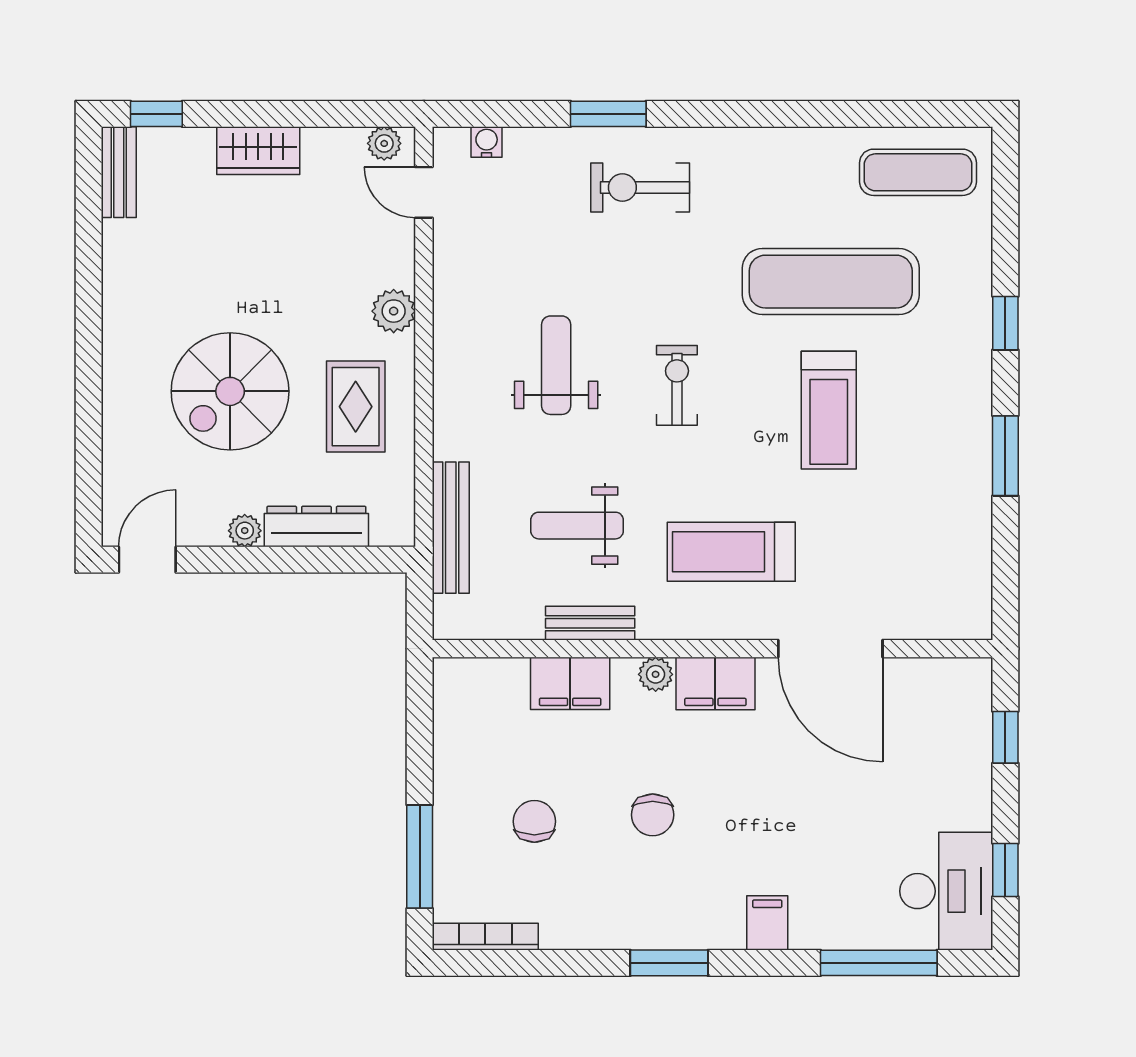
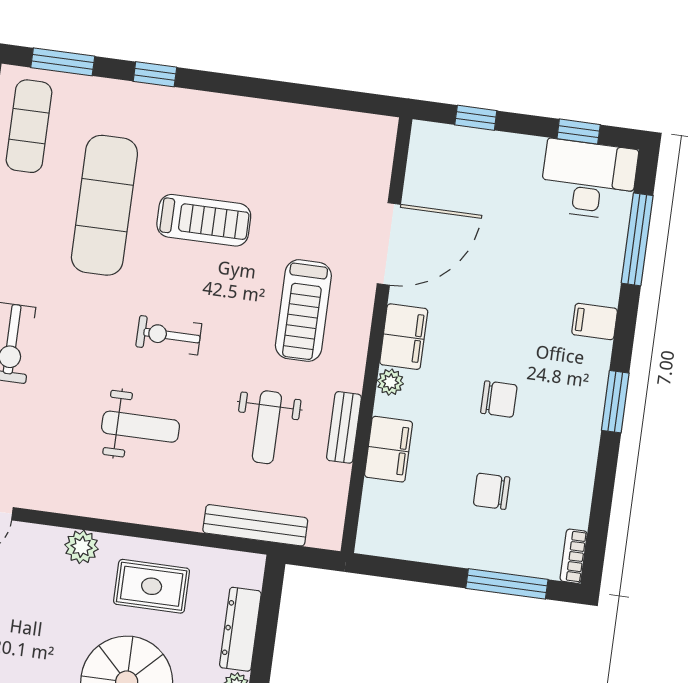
weight bench: (556, 365) -> (141, 427), turned 180
window: (1005, 456) -> (63, 62), moved
bookcase: (485, 937) -> (574, 556), width x0.64

